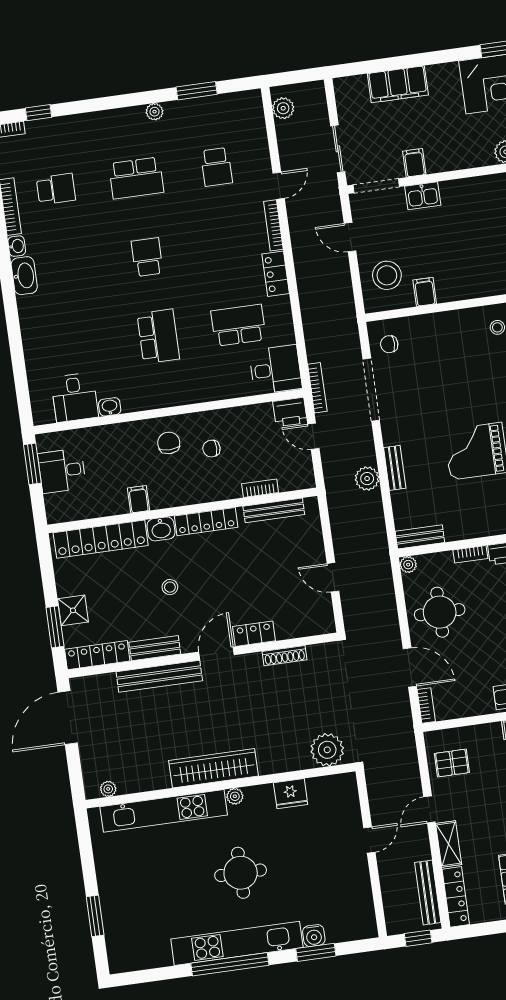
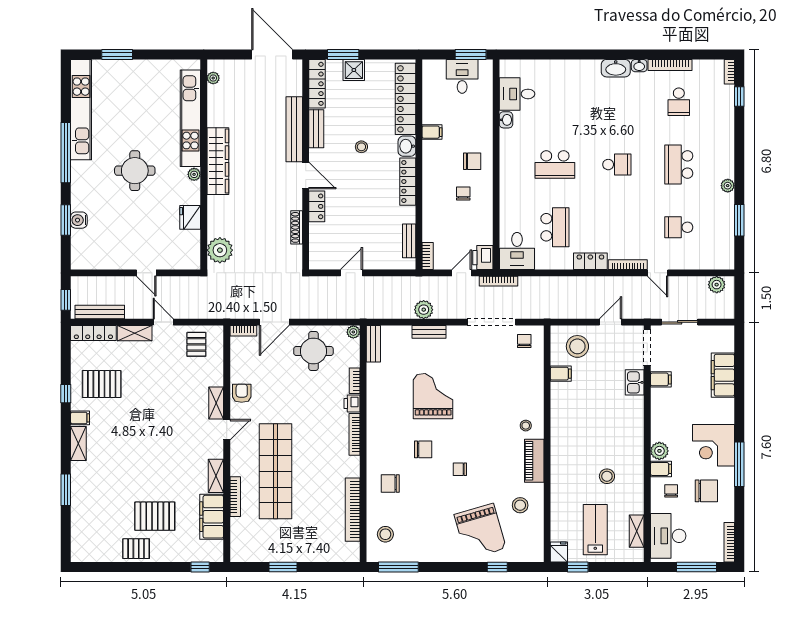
bookcase: (260, 488) -> (428, 256), moved
bench: (274, 510) -> (409, 241), width x0.73
kitchen unit: (237, 943) -> (81, 110), moved

